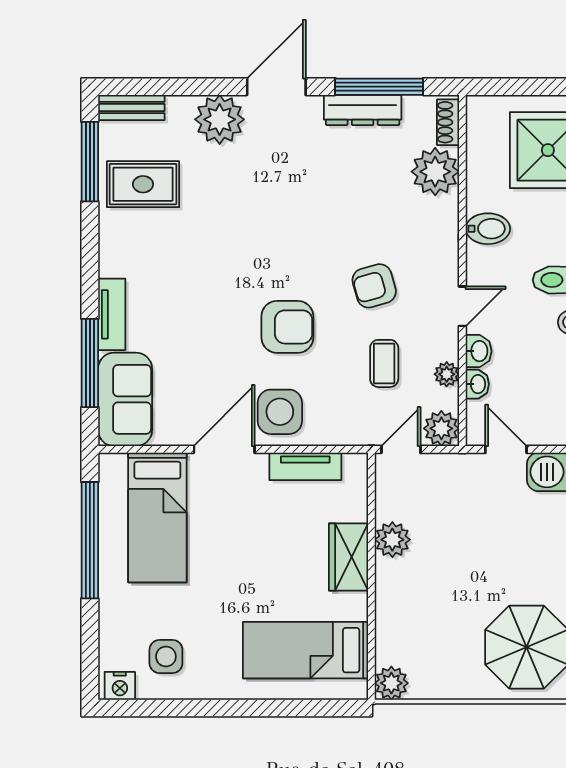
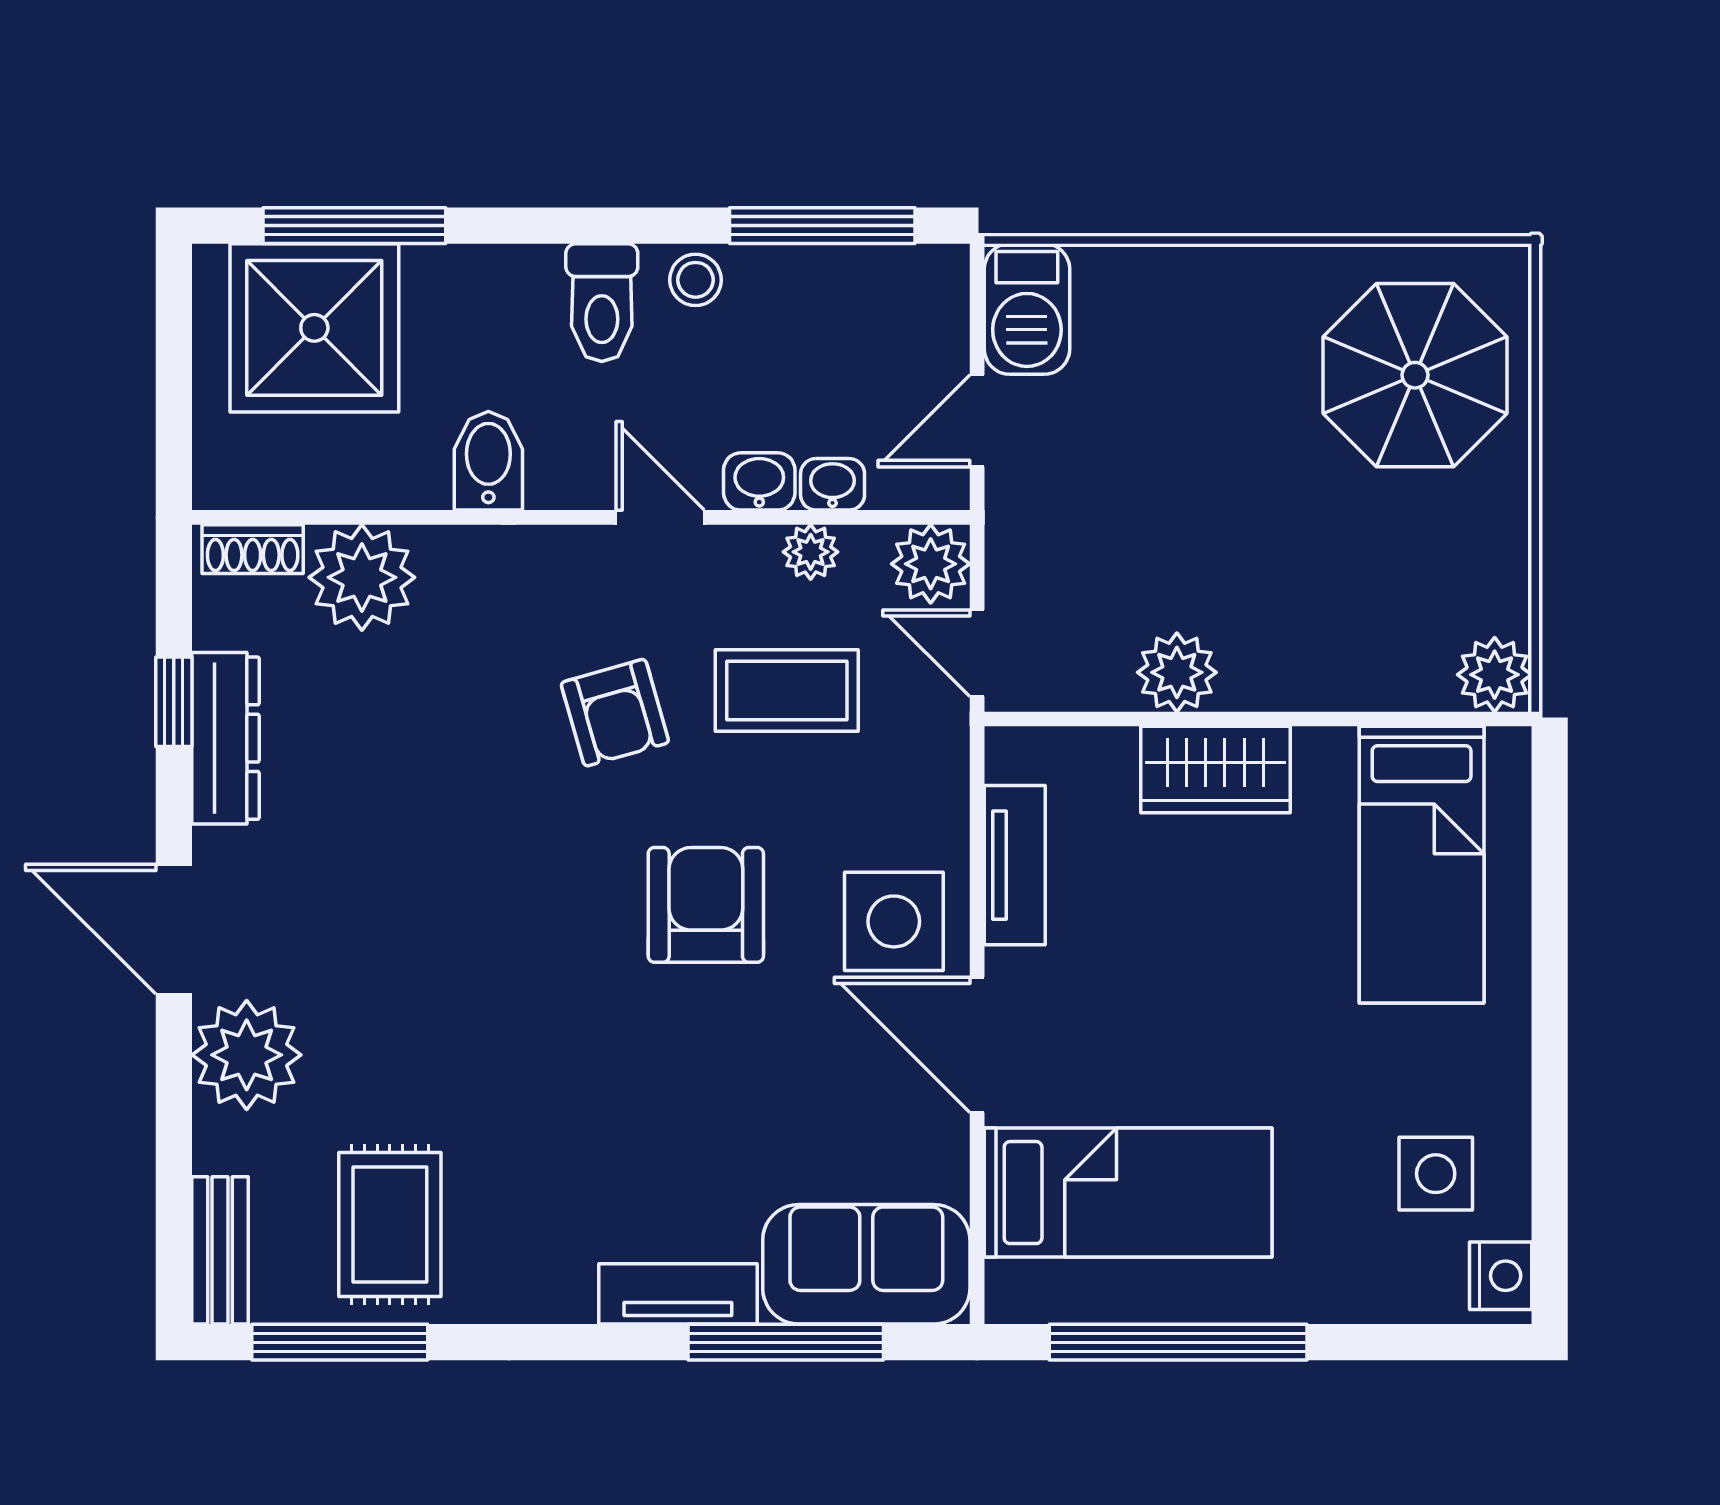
window: (379, 87) -> (174, 702), width x0.46
coffee table: (384, 363) -> (787, 691), width x1.36, depth x1.30

